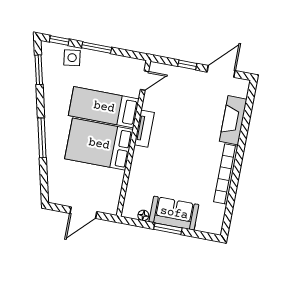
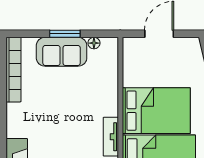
bookcase: (226, 174) -> (14, 70), moved

